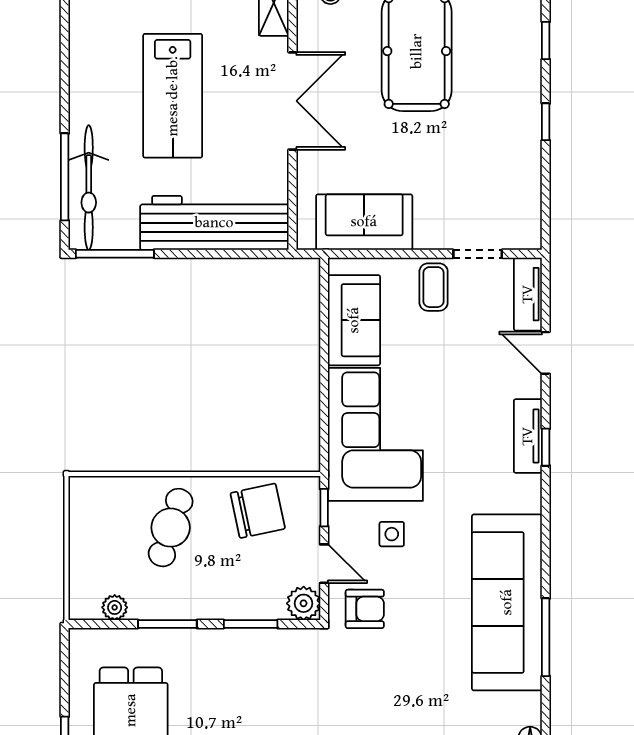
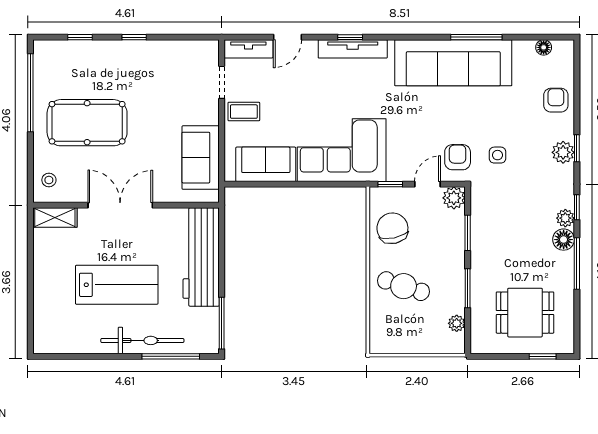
bicycle: (89, 188) -> (142, 340), moved
tv unit: (528, 436) -> (353, 49), width x1.41
side table: (392, 534) -> (498, 155), moved

